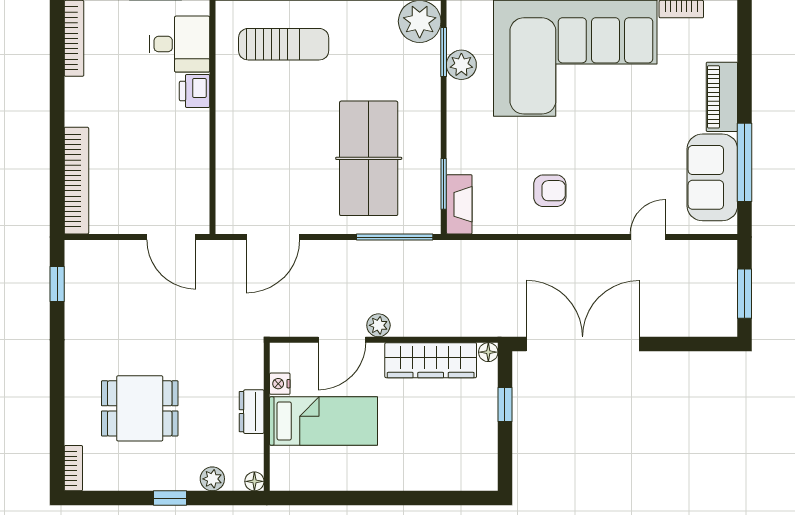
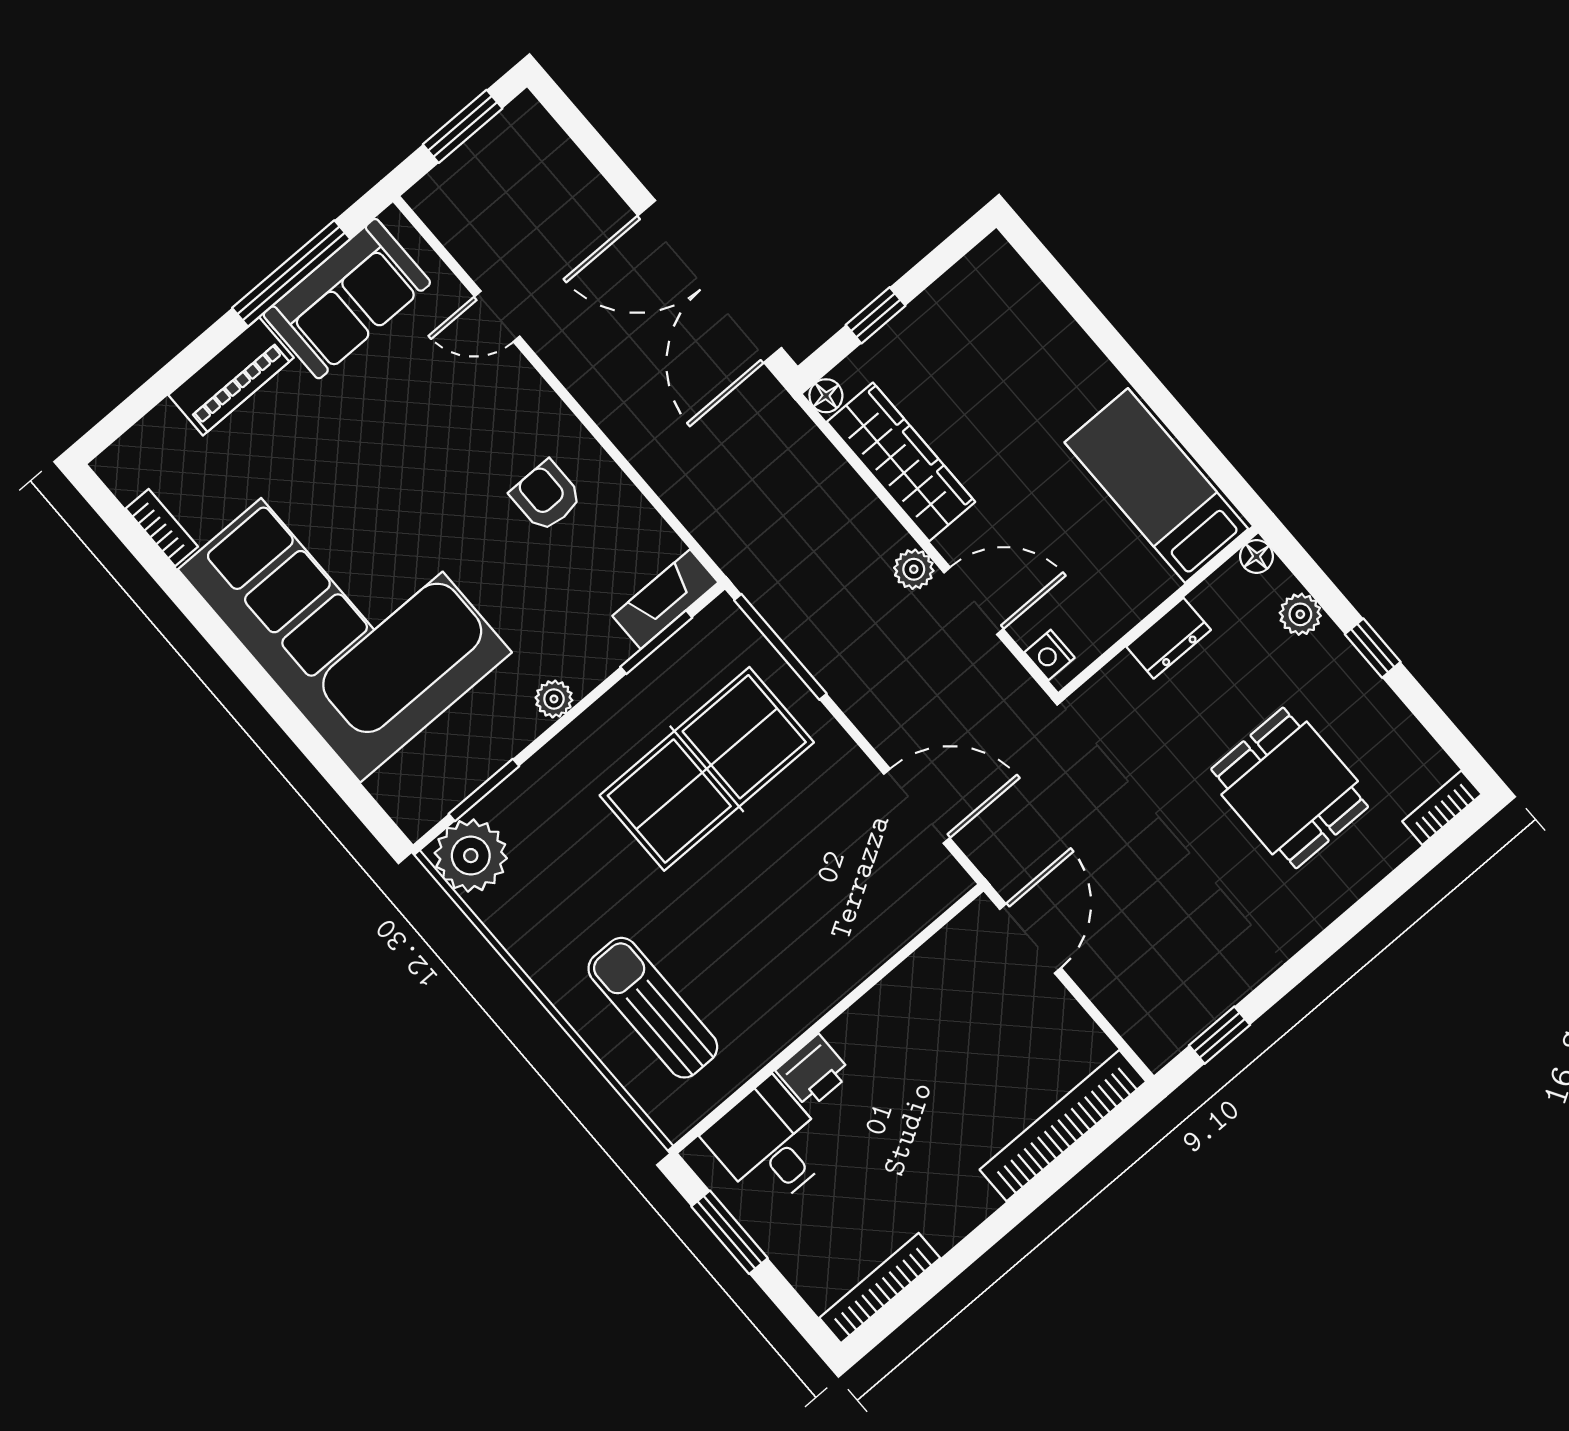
plant: (461, 65) -> (554, 699), moved, width x0.73, depth x0.73
nightstand: (280, 384) -> (1049, 655), moved, turned 90
bed: (324, 421) -> (1156, 486), moved

